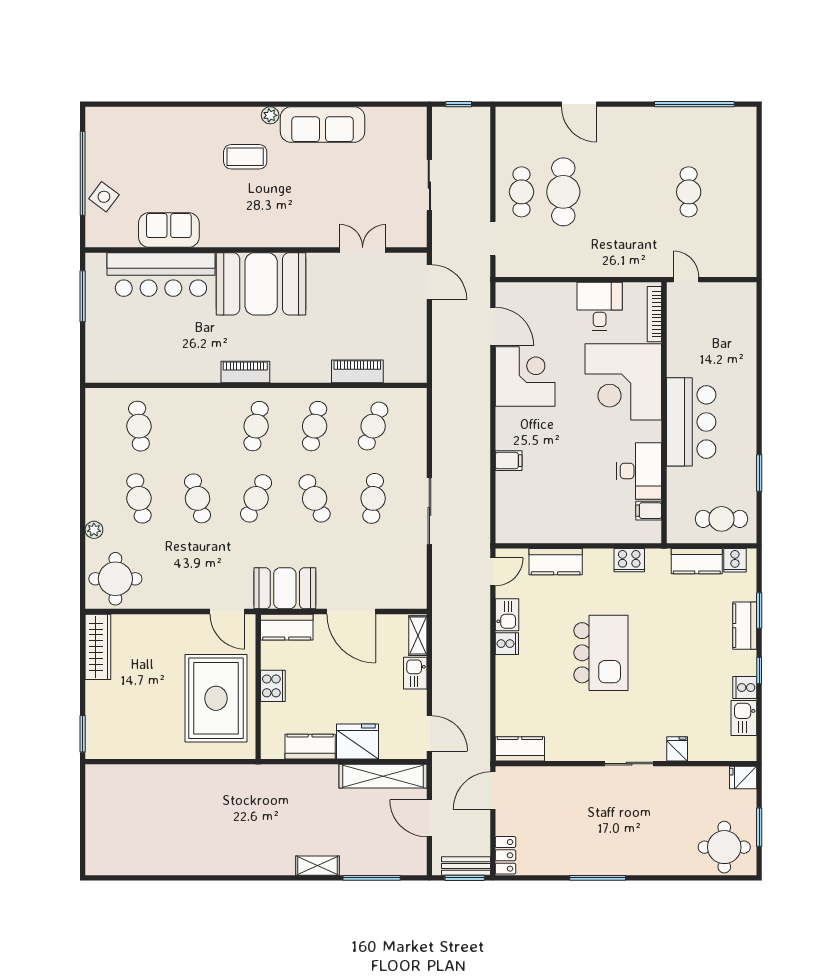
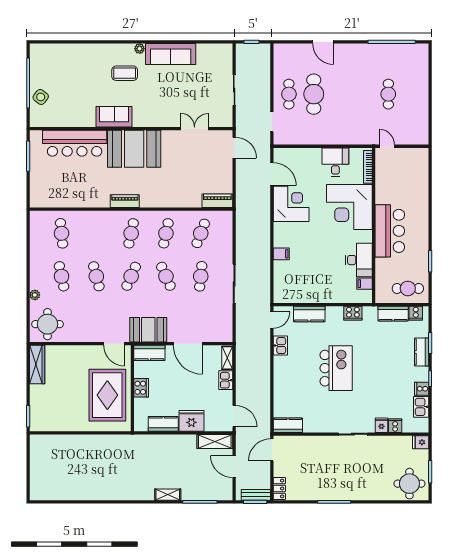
sofa: (169, 230) -> (114, 117), moved
piano: (357, 371) -> (217, 201), moved
cooker: (507, 644) -> (395, 426), moved, turned -90
shelving: (383, 776) -> (215, 441), width x0.68

